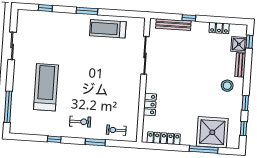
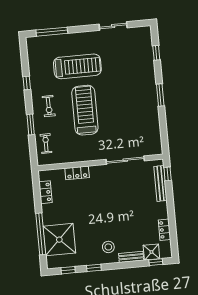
window: (189, 18) -> (168, 174), moved
treadmill: (108, 29) -> (85, 110), moved, width x1.37, depth x1.38
locker: (164, 138) -> (45, 192), width x0.66
window: (204, 150) -> (41, 234), width x1.46

